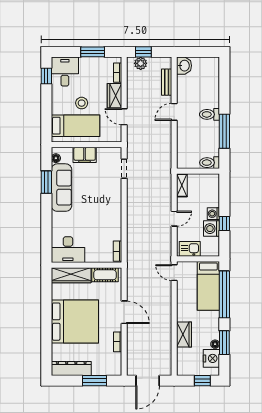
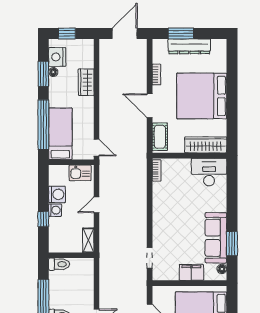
window: (224, 223) -> (43, 219), moved
cot: (105, 275) -> (160, 137), moved, turned 90
dresser: (71, 368) -> (189, 46), moved

